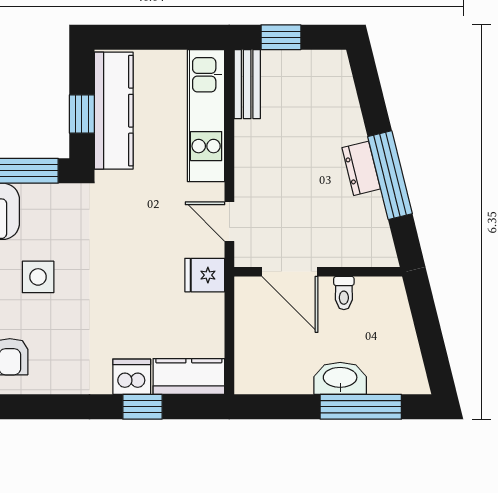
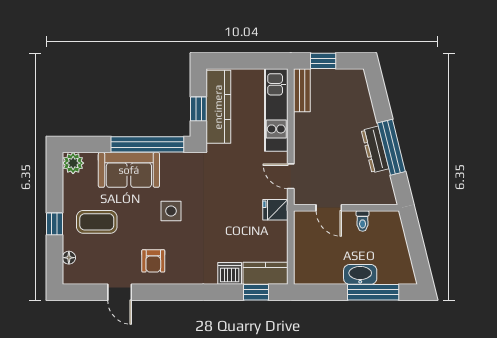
dresser: (361, 168) -> (375, 149), width x1.44
door: (290, 272) -> (329, 208), width x0.73
window: (142, 407) -> (256, 292), moved

